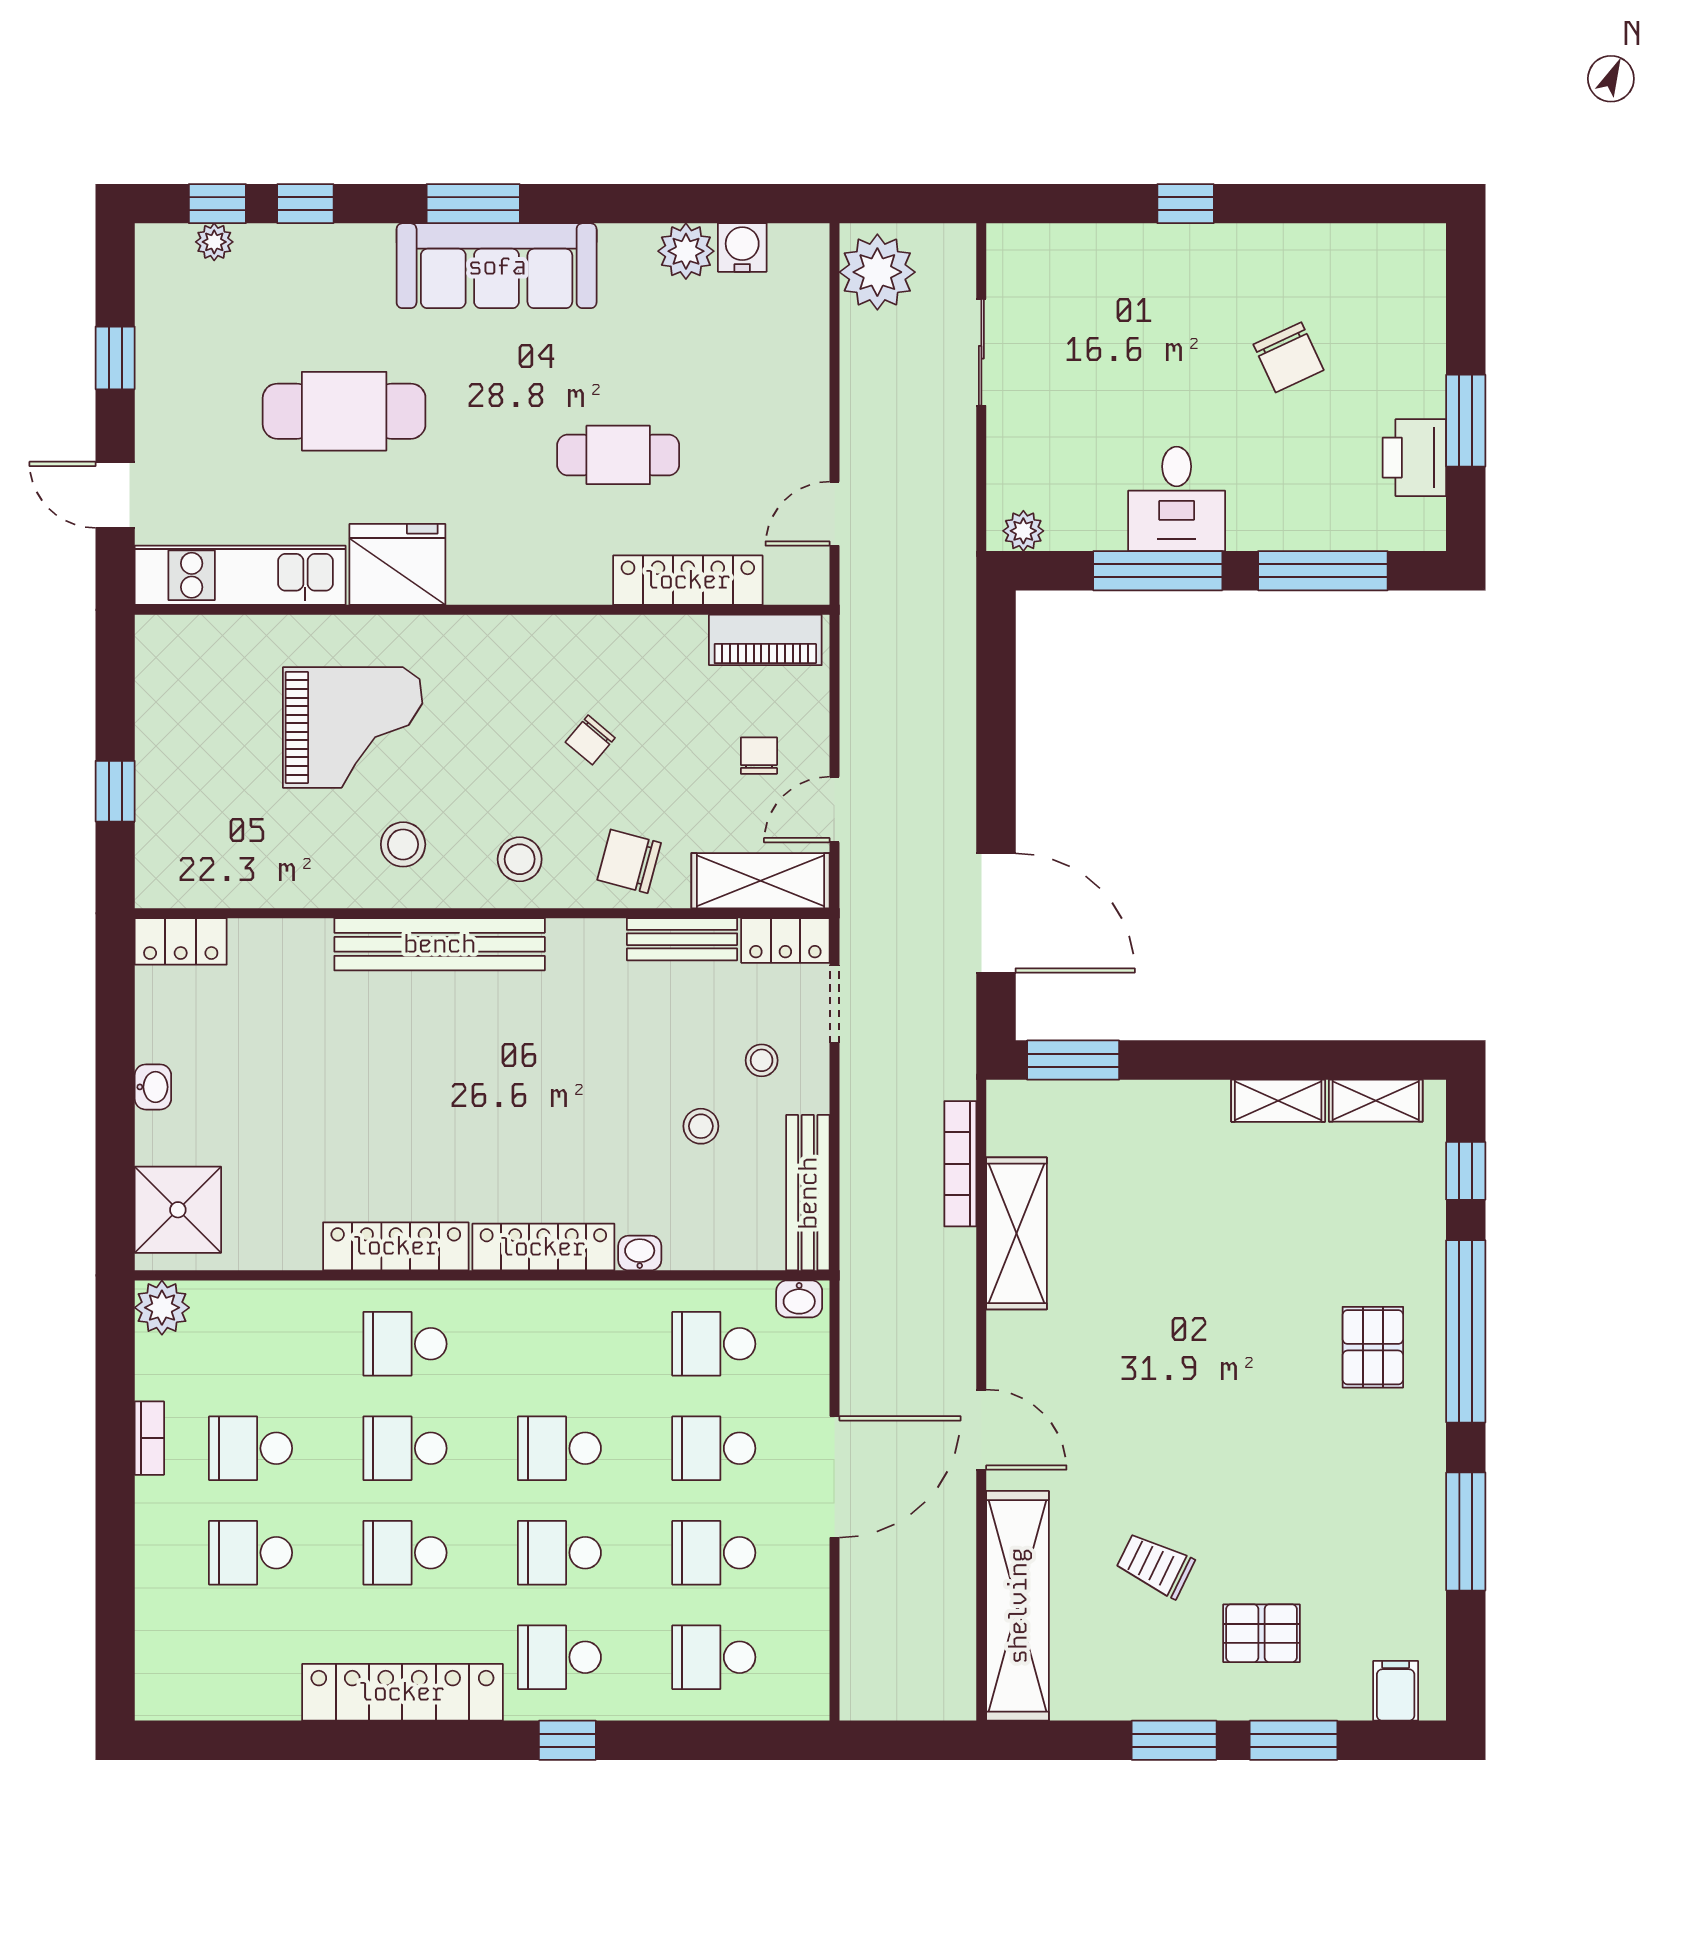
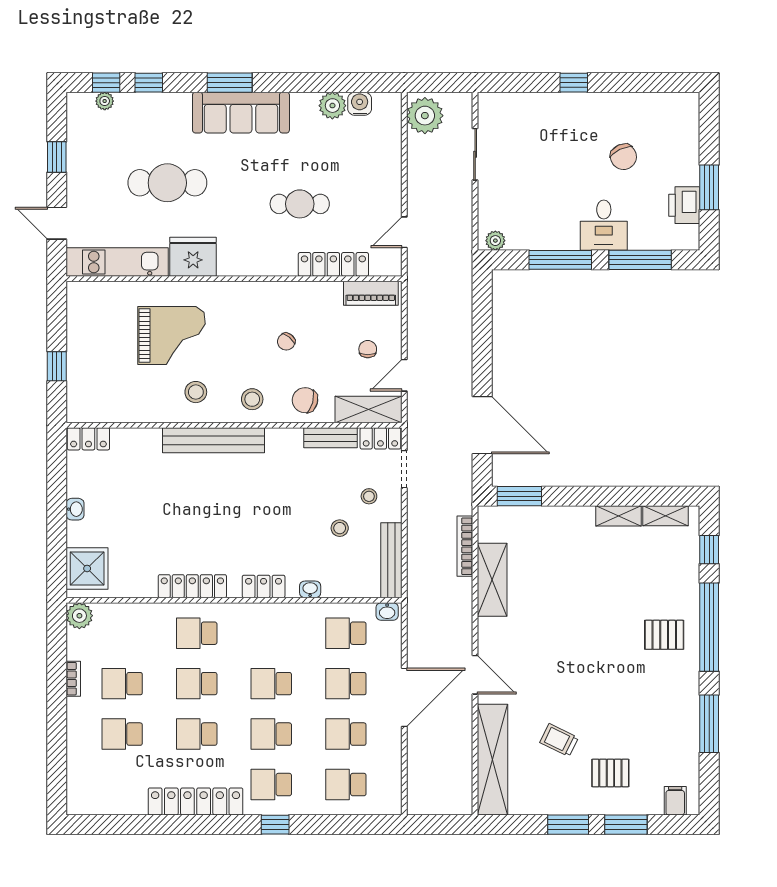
desk: (1177, 499) -> (604, 225), moved
locker: (543, 1247) -> (264, 586), width x0.66
pallet: (1373, 1347) -> (664, 635), turned 90

